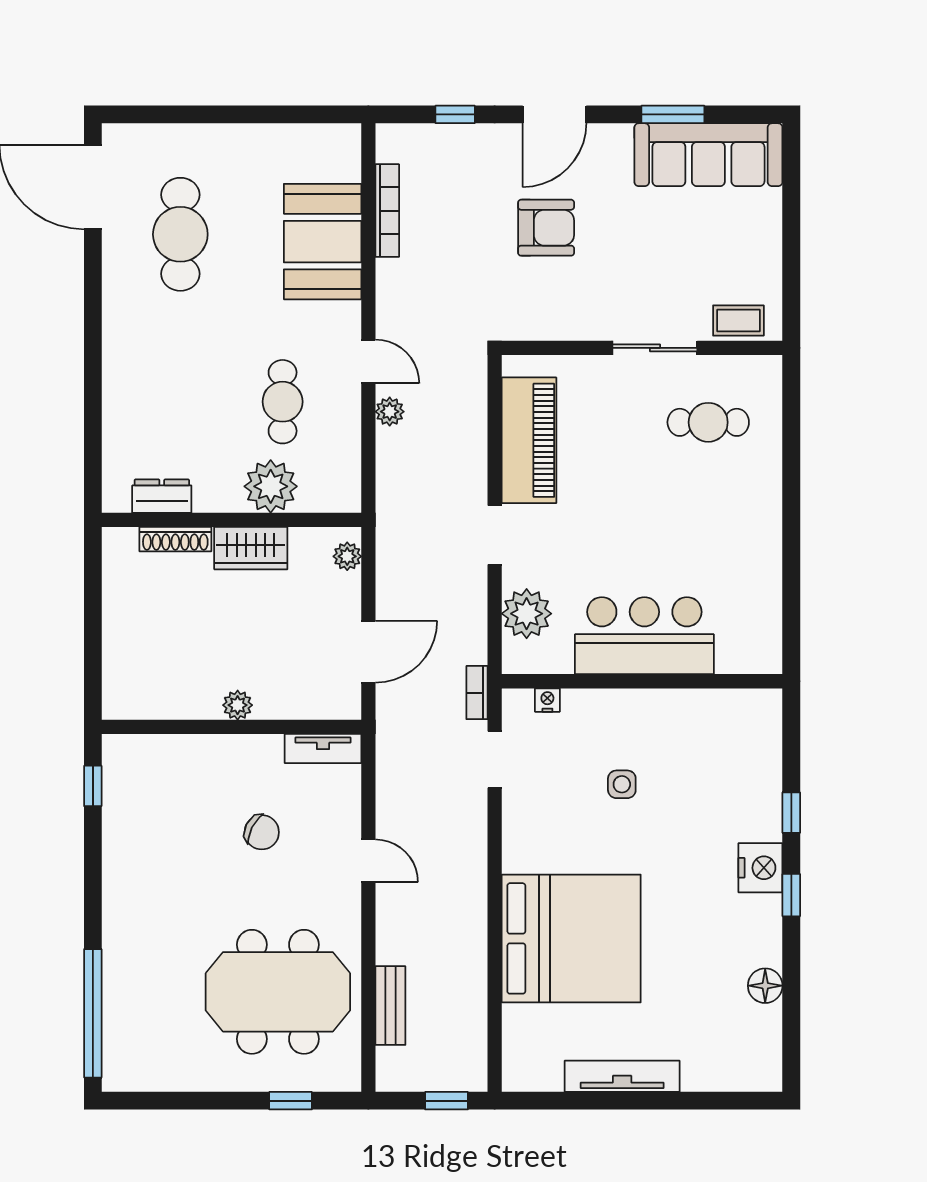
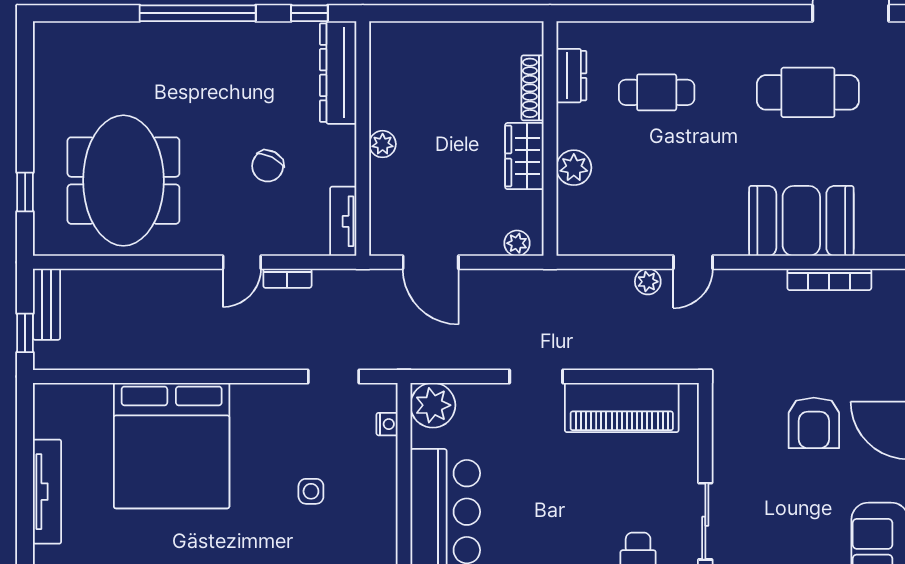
cafe table: (283, 402) -> (657, 92), moved
plant: (271, 486) -> (574, 168), width x0.73, depth x0.73
plant: (527, 614) -> (433, 405), moved
bookcase: (477, 693) -> (287, 278), moved, turned 180
dresser: (158, 754) -> (338, 73), added
bench: (390, 1006) -> (47, 304), moved, turned 90
window: (93, 1013) -> (198, 13), moved

